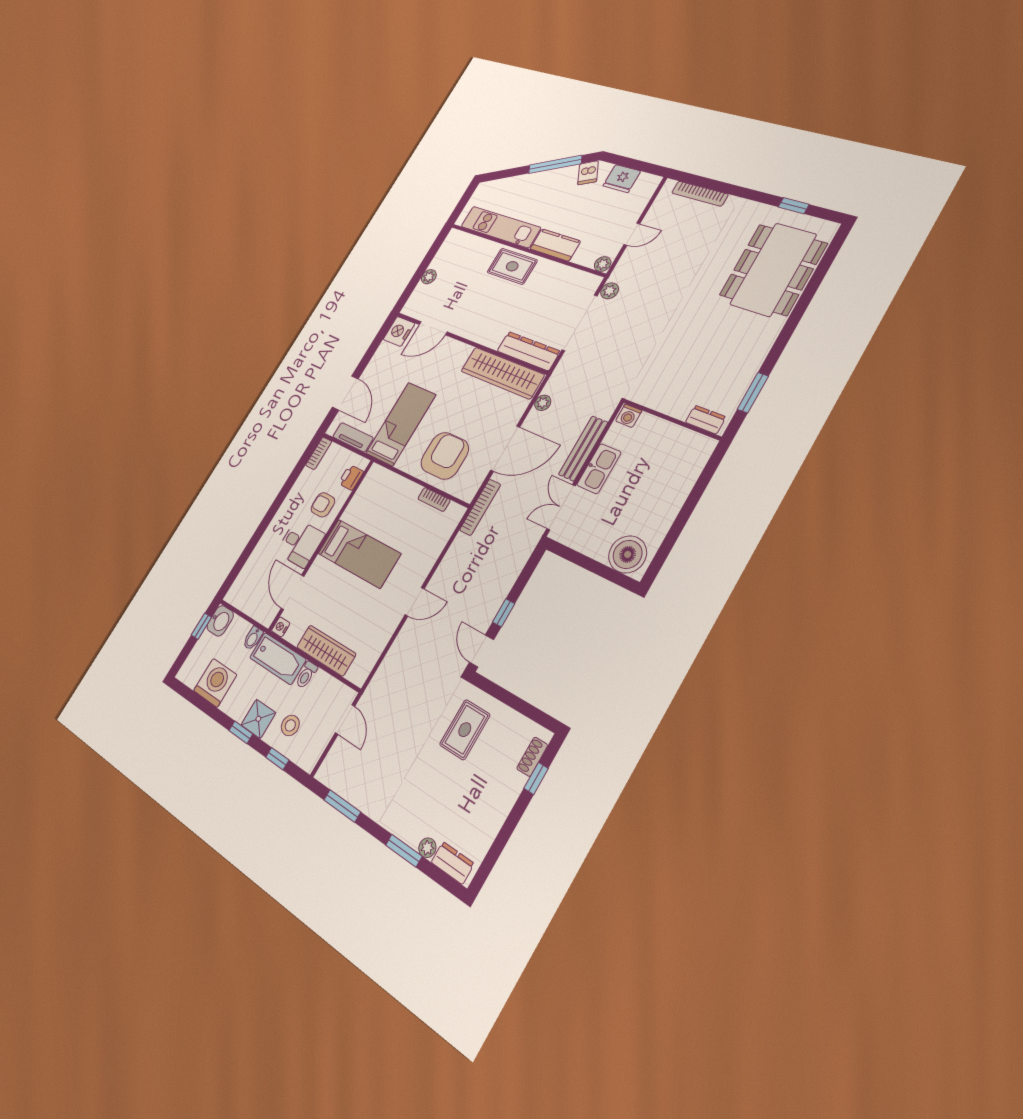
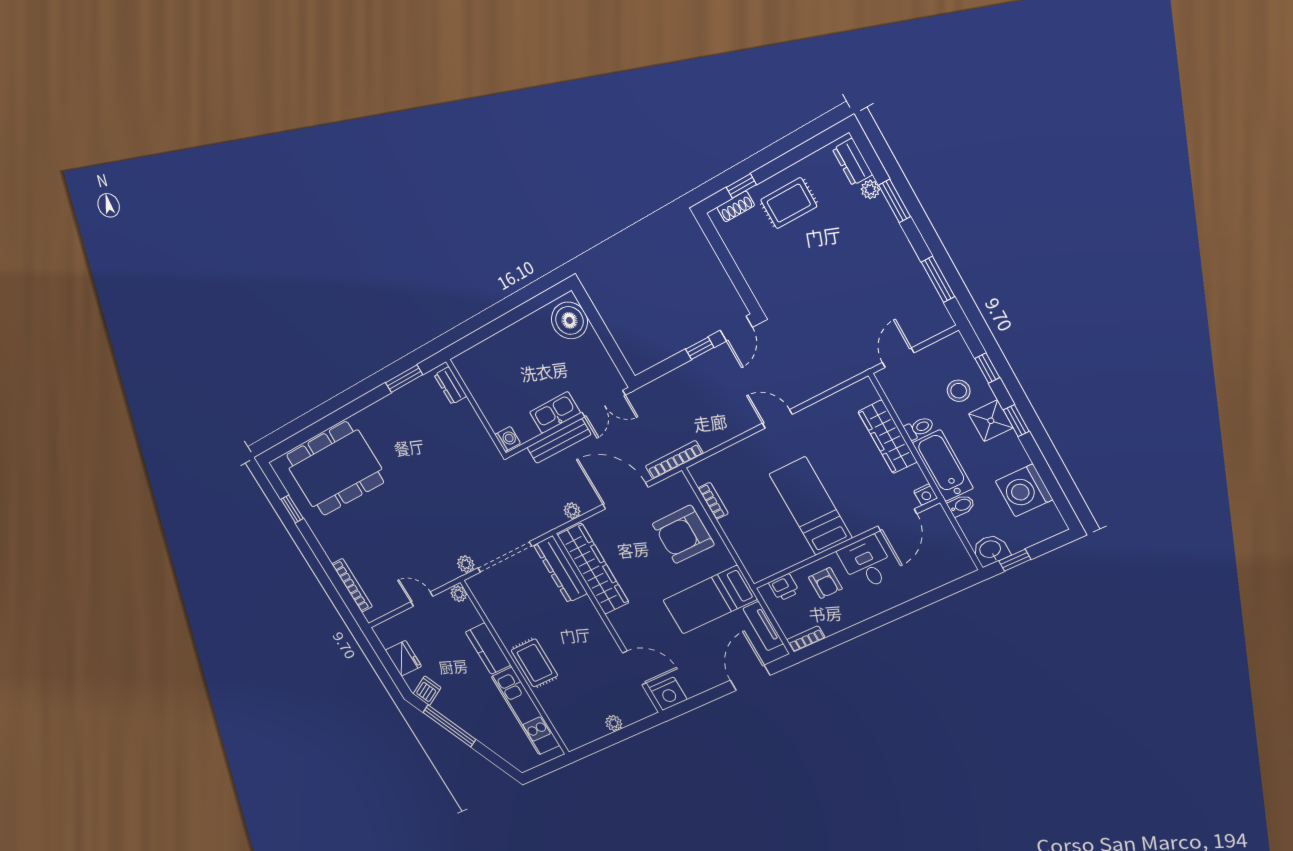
rug: (465, 730) -> (789, 203), moved

